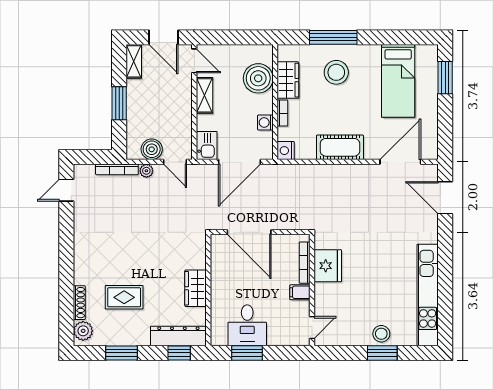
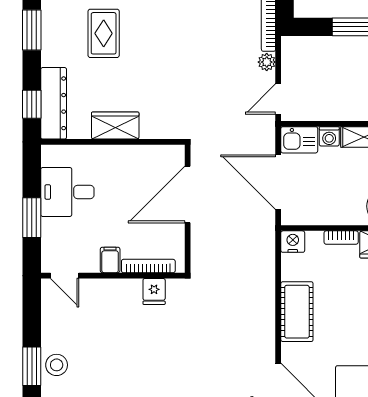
washing machine: (265, 122) -> (329, 136), moved, turned 180
boiler: (152, 149) -> (294, 69), removed
fridge: (328, 266) -> (154, 291), width x0.53, depth x0.75
window: (247, 353) -> (32, 218), moved

